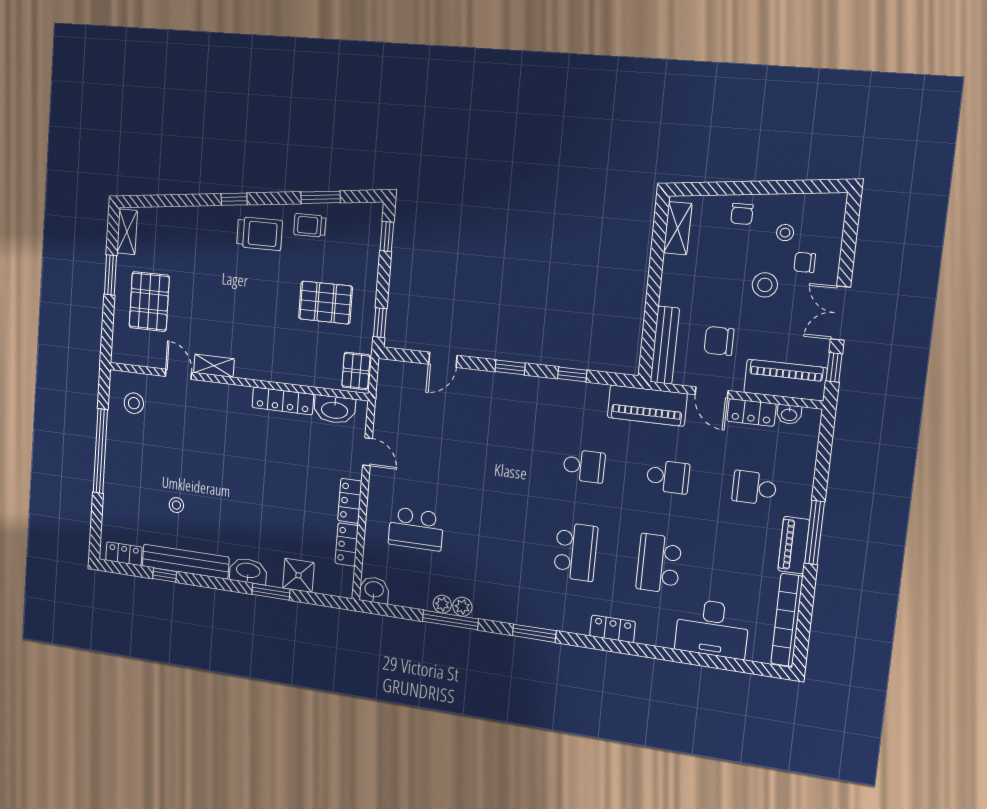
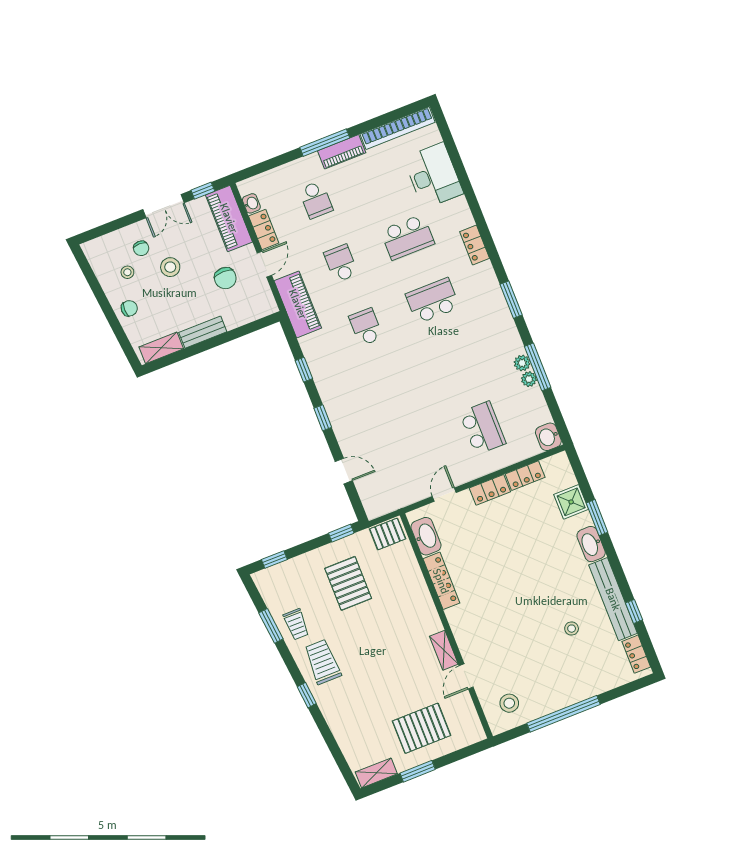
bench: (665, 345) -> (203, 332), moved, width x0.73

